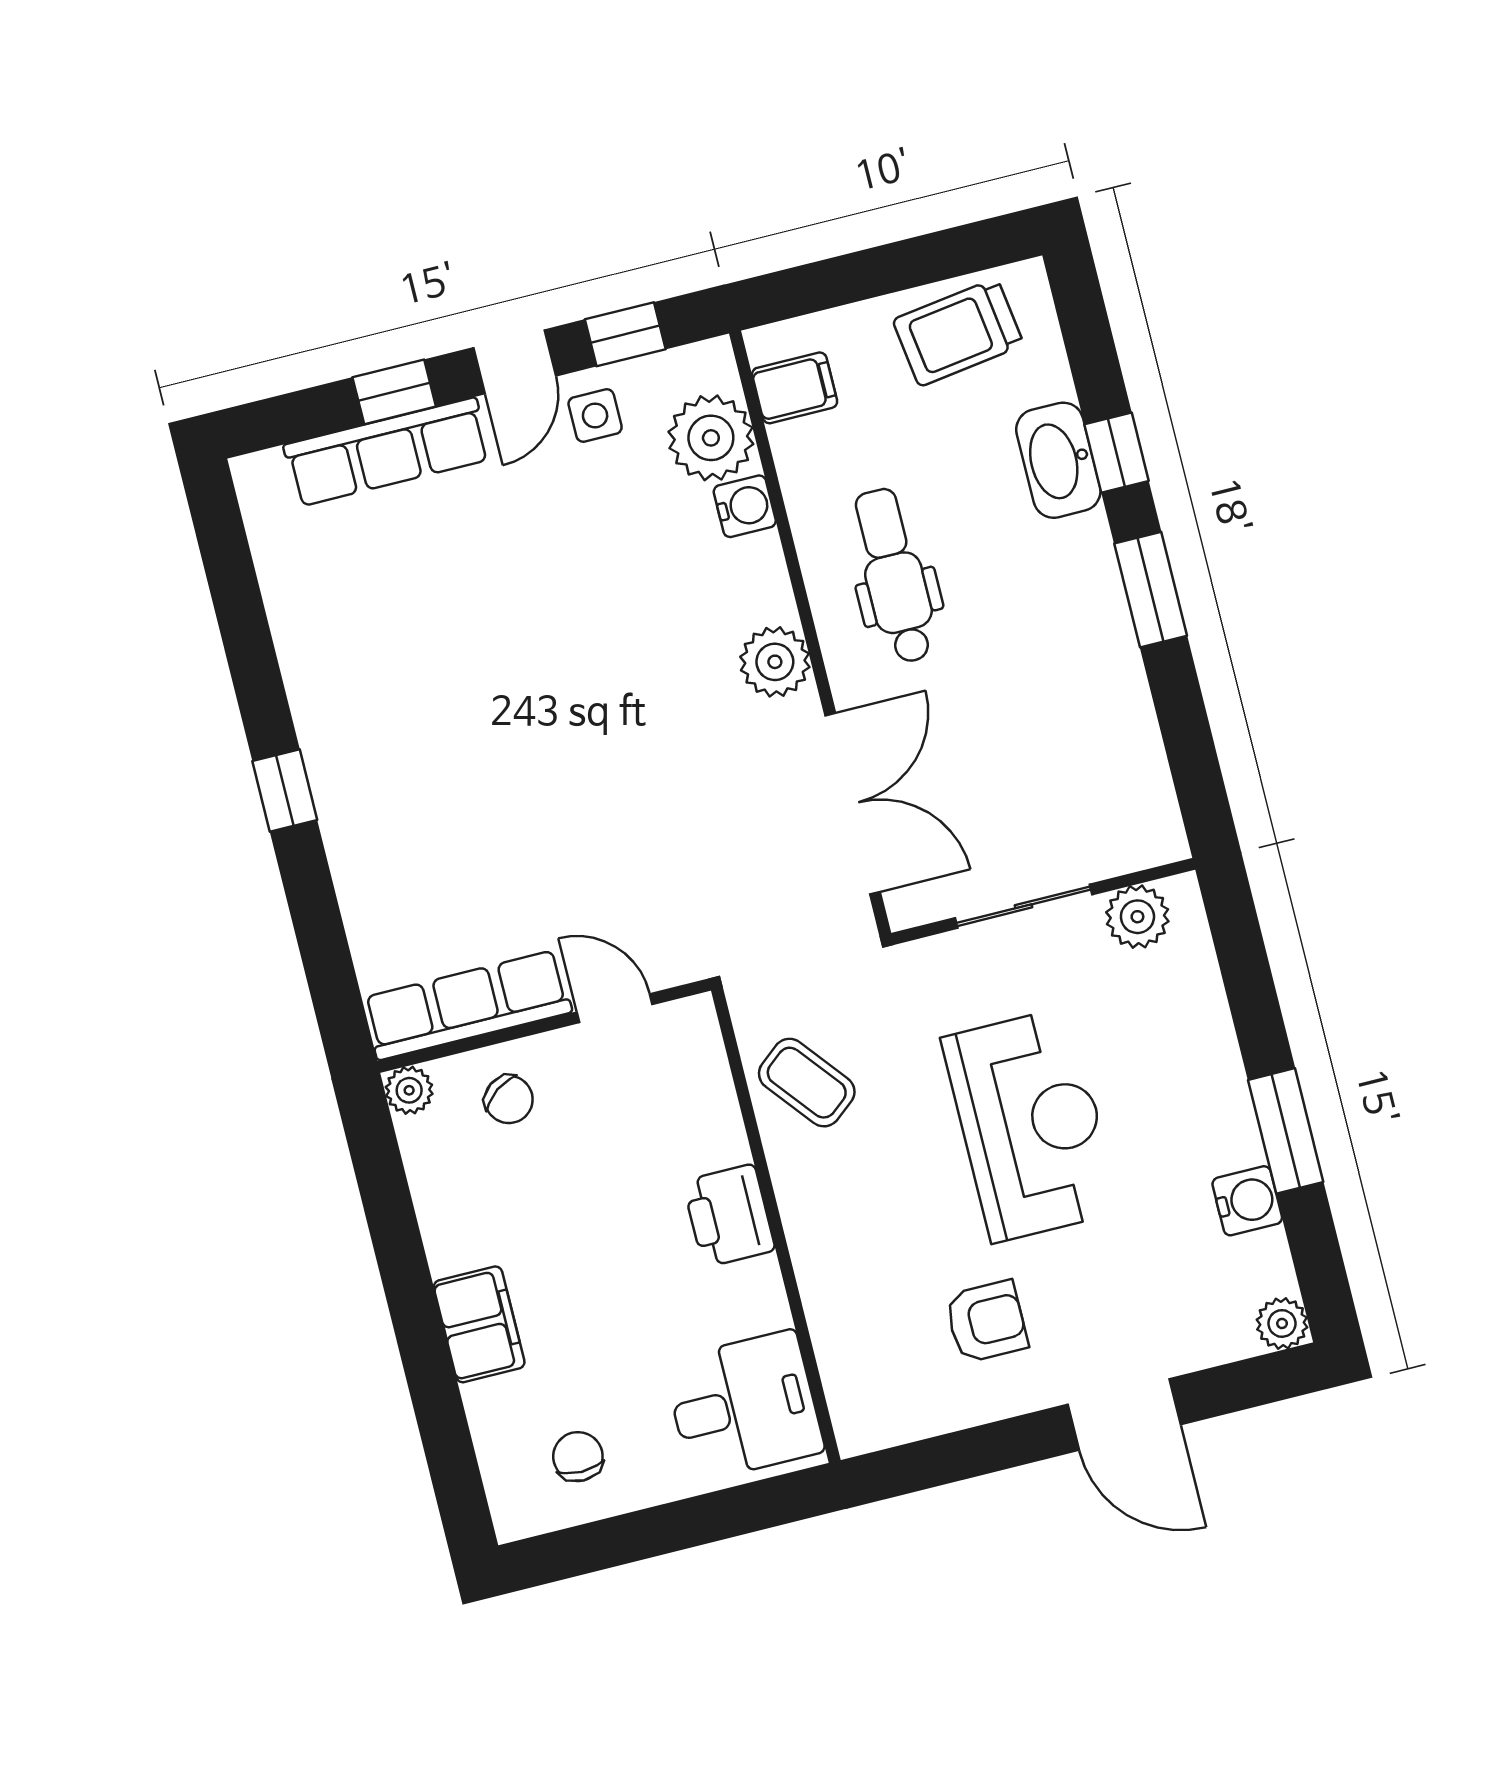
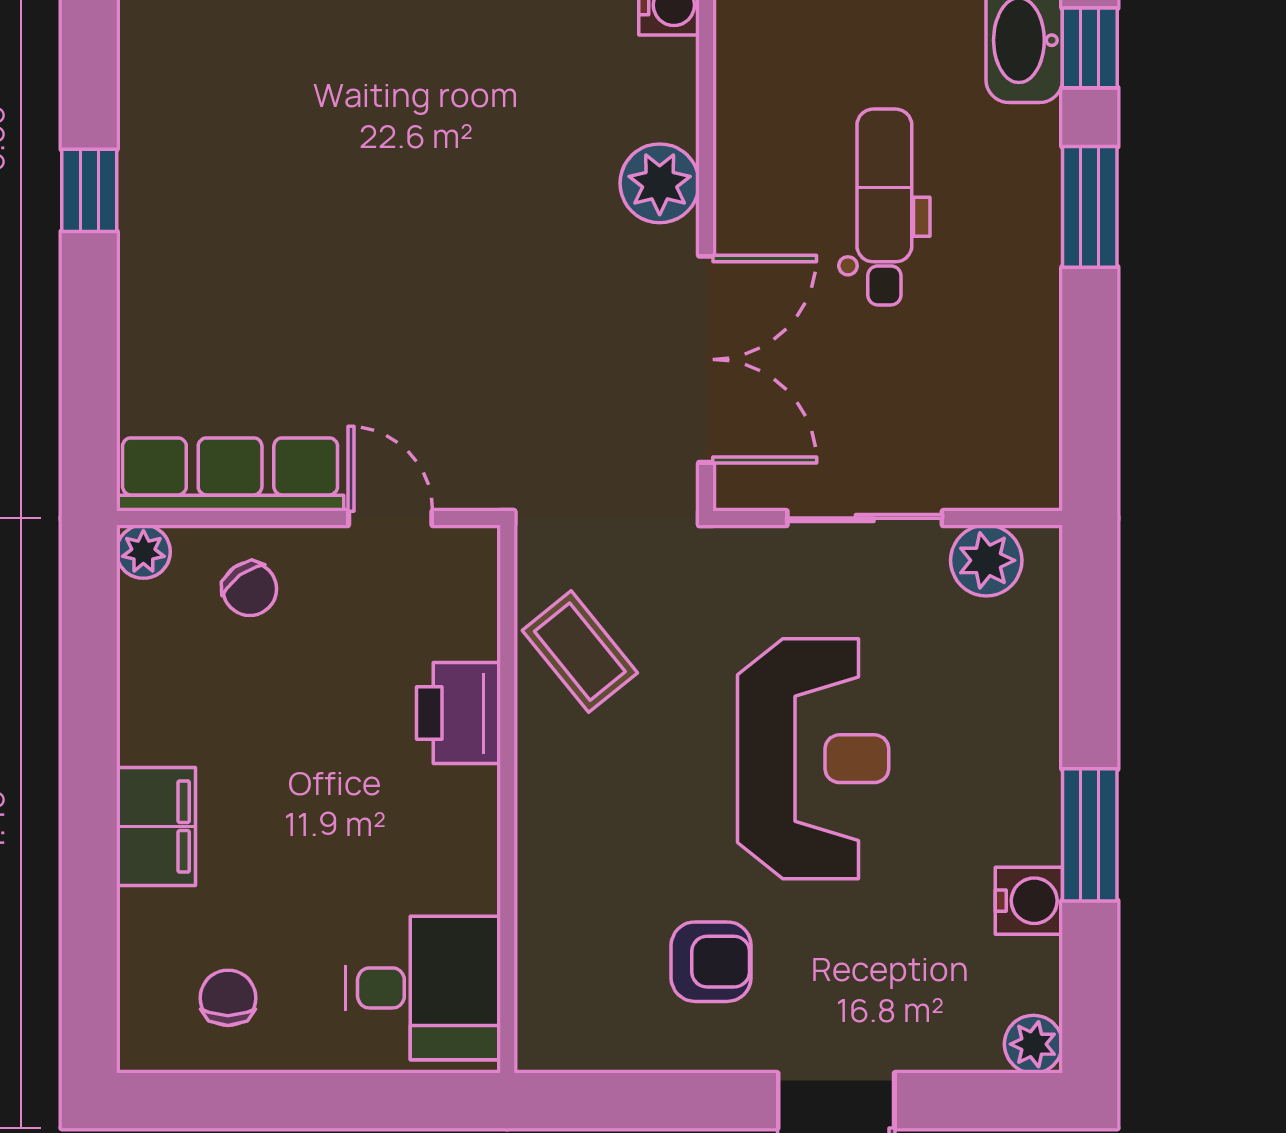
dental chair: (894, 576) -> (884, 207), moved
printer: (729, 1216) -> (459, 713), moved

